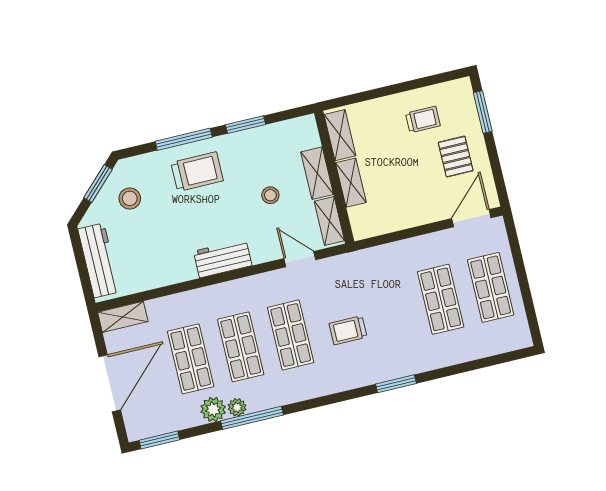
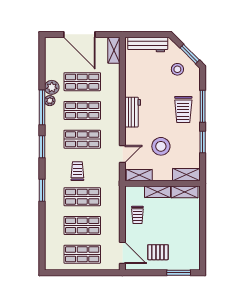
trolley: (423, 119) -> (137, 215), moved
shelving: (317, 173) -> (186, 175), moved
stool: (270, 195) -> (161, 146), width x1.89, depth x1.89
shop shelf: (391, 311) -> (82, 197), added
window: (159, 440) -> (42, 147), moved

